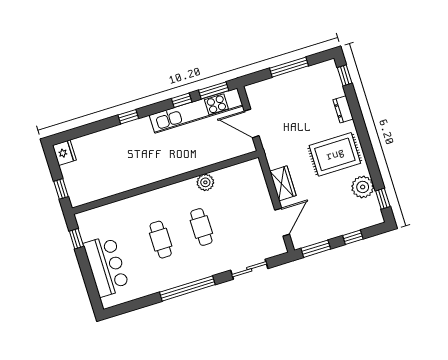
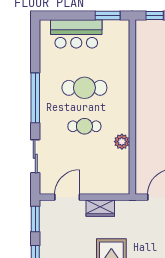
door: (282, 222) -> (67, 197), swing flipped
window: (76, 239) -> (108, 15), width x1.50
cafe table: (161, 240) -> (84, 88), width x1.37, depth x1.35

